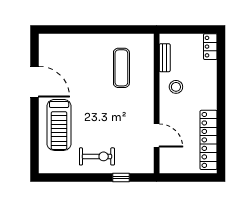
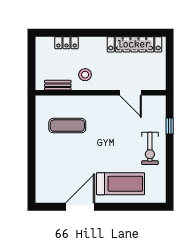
locker: (210, 47) -> (66, 43), moved
door: (157, 136) -> (130, 93), swing flipped
exercise bike: (97, 156) -> (150, 148), turned 180

